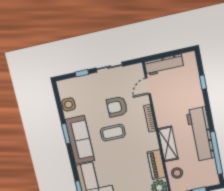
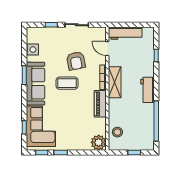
door: (148, 86) -> (107, 48), hinge flipped
armchair: (117, 107) -> (76, 61), turned -101
workbench: (201, 134) -> (148, 90), width x0.53, depth x0.76
shelving: (168, 144) -> (115, 82), moved
piano: (156, 165) -> (100, 104), moved

